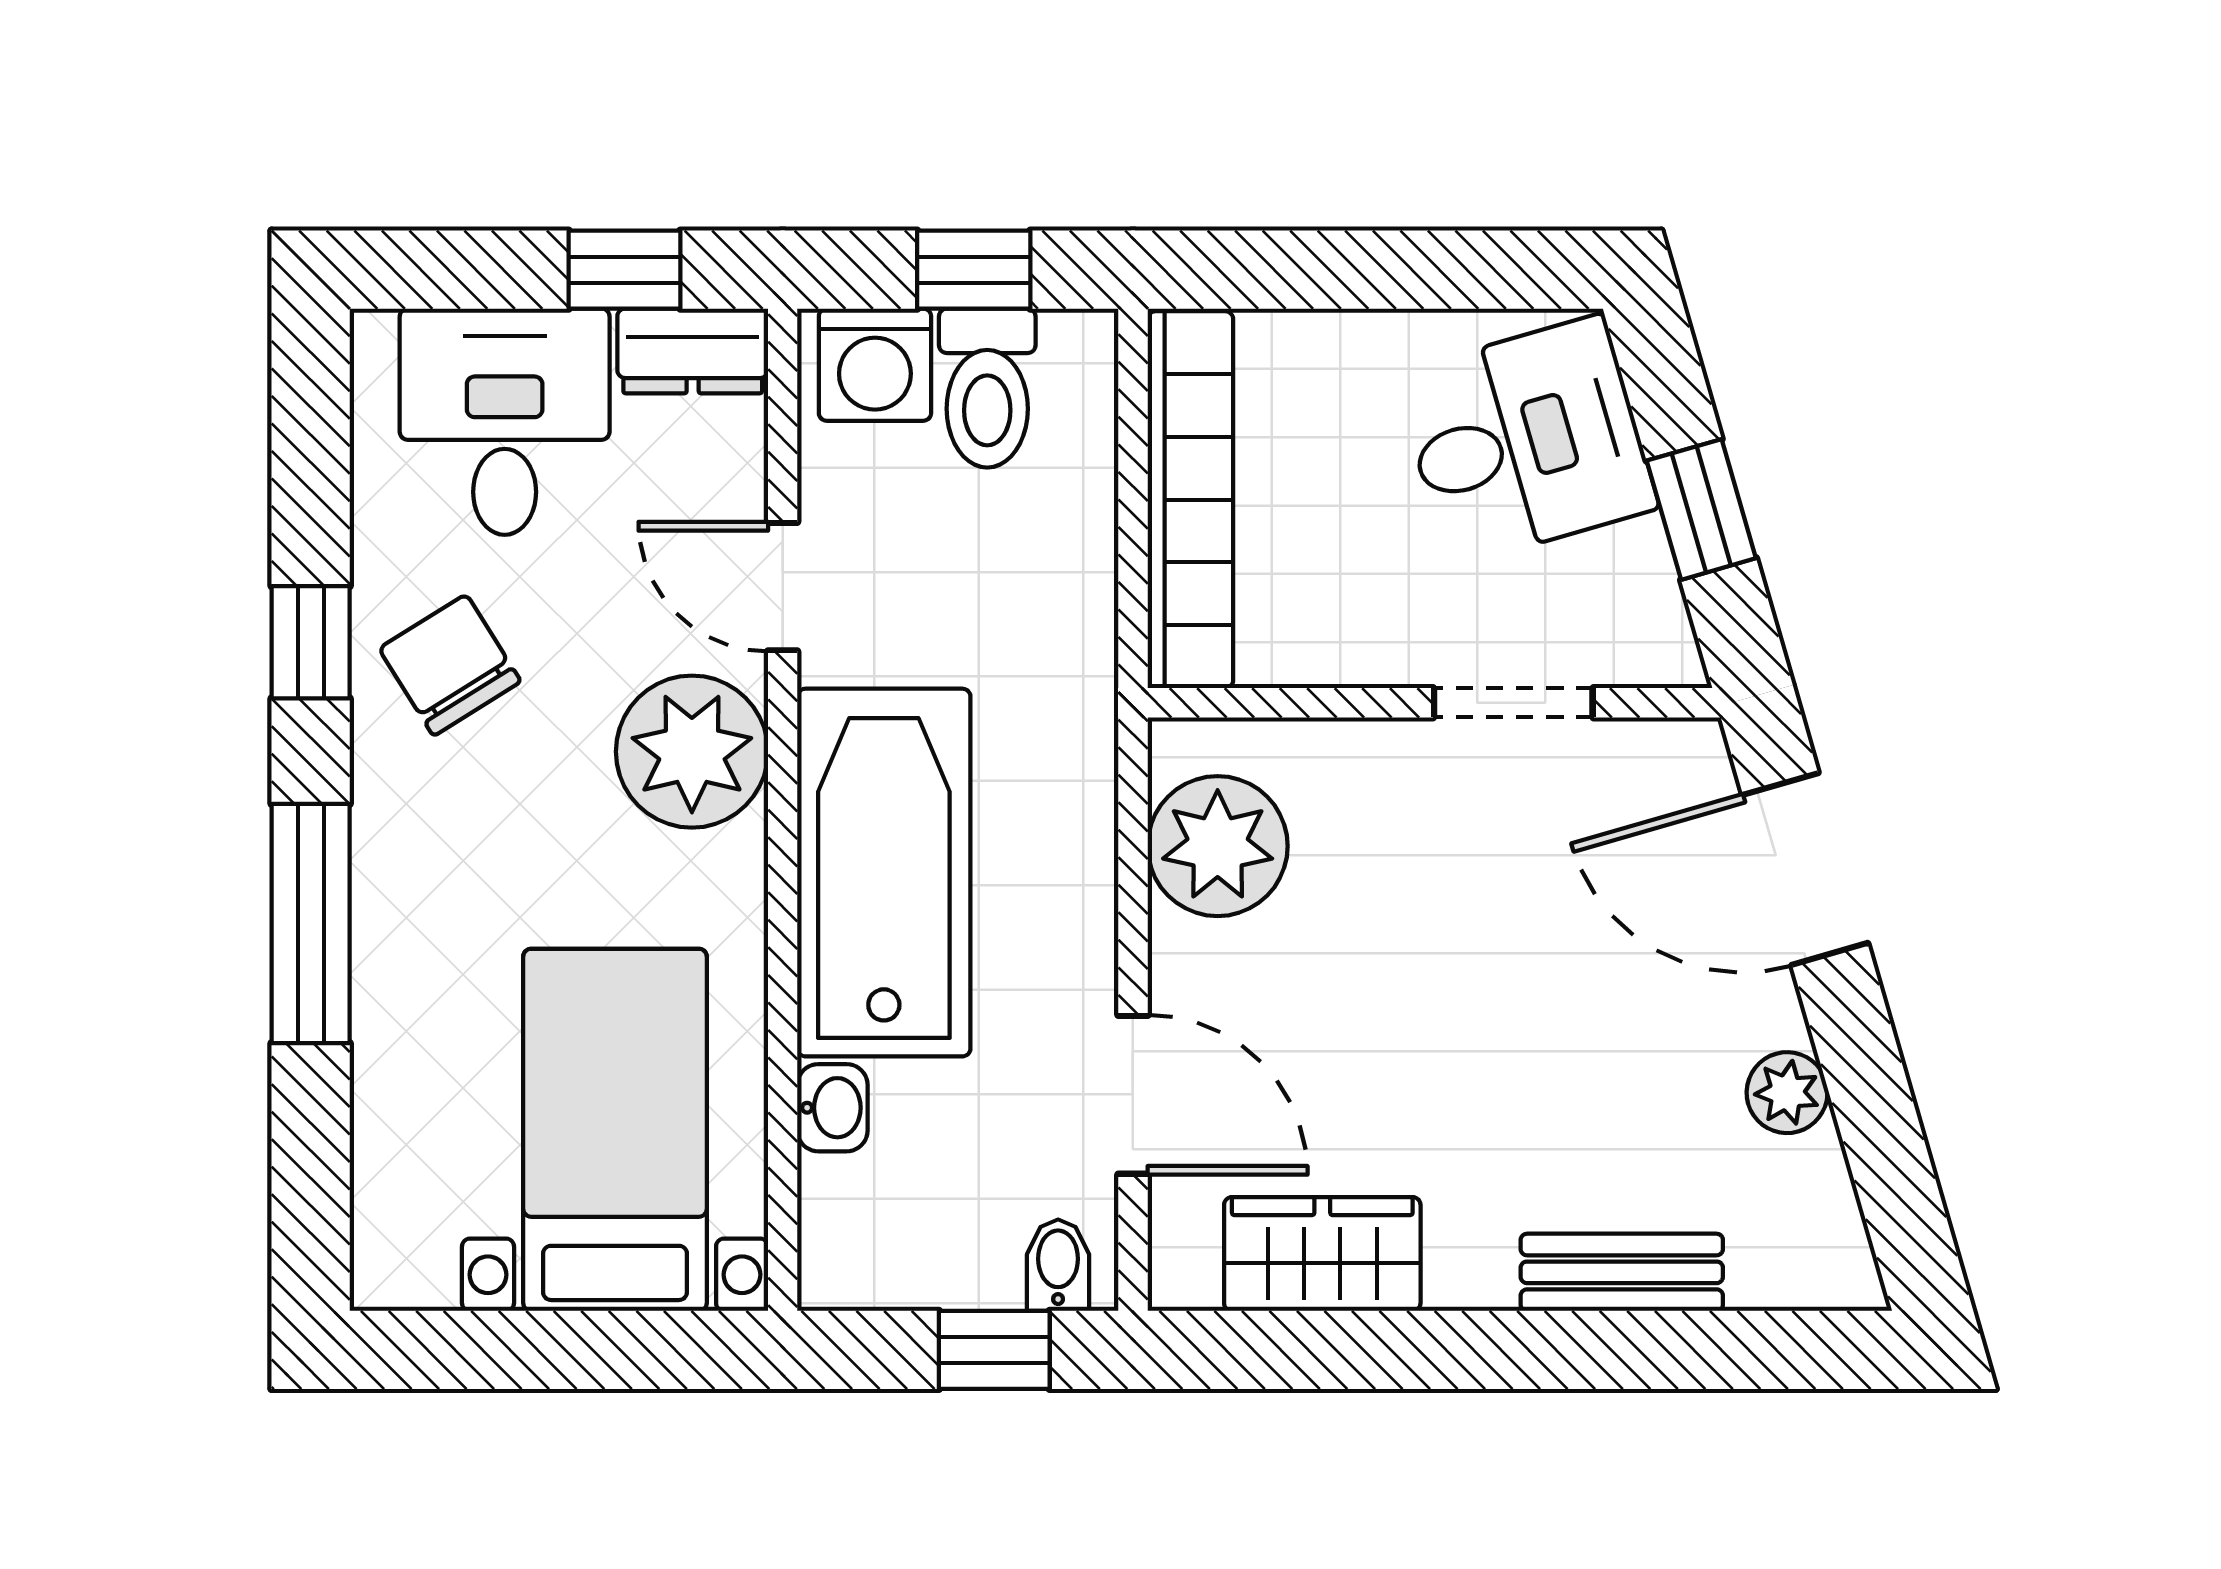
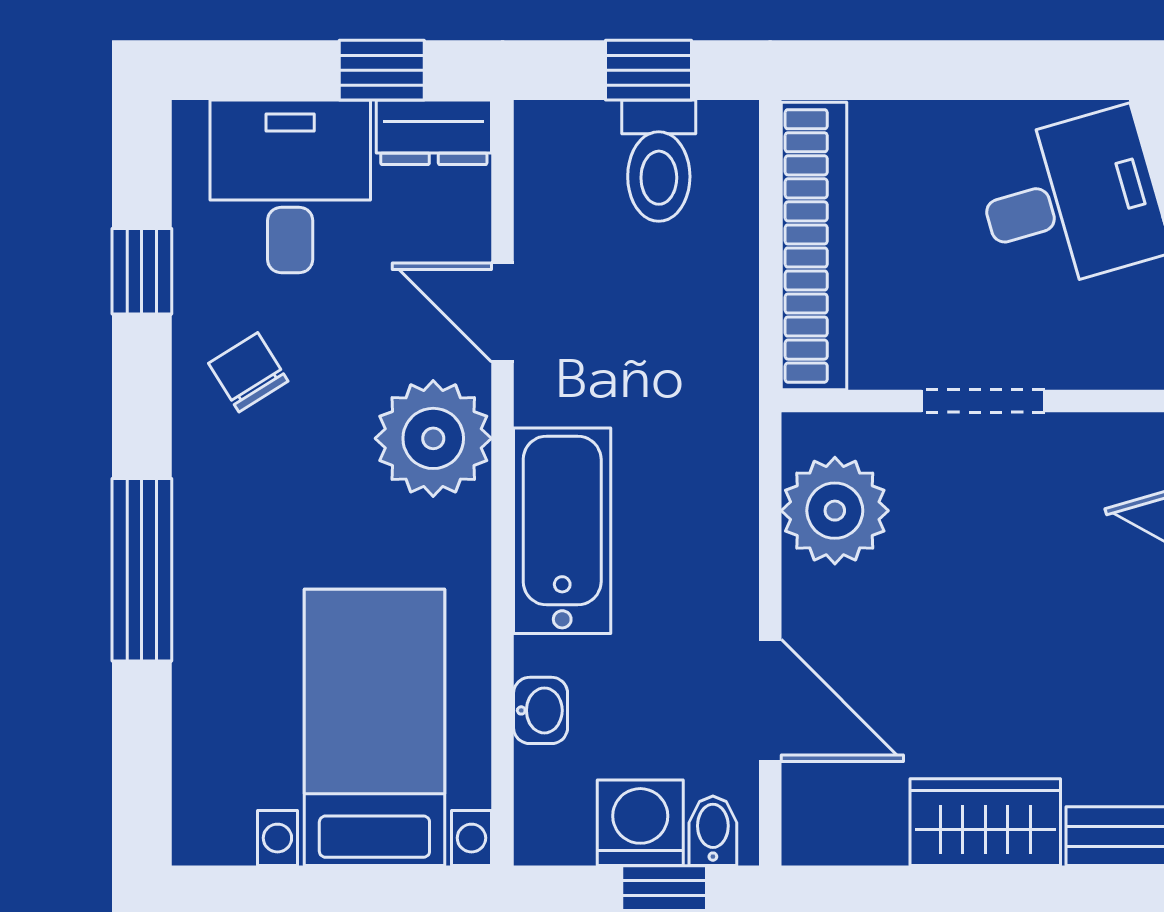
washing machine: (875, 365) -> (640, 823), moved, turned 180
window: (311, 642) -> (142, 271), moved
chair: (450, 665) -> (248, 372), width x0.73, depth x0.73
doorway: (1513, 703) -> (983, 401), moved
bathtub: (884, 873) -> (562, 531), width x0.73, depth x0.73
wardrobe: (1322, 1254) -> (985, 822), moved

